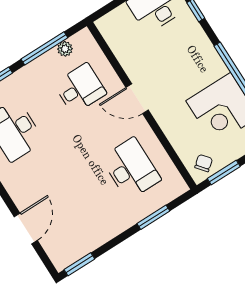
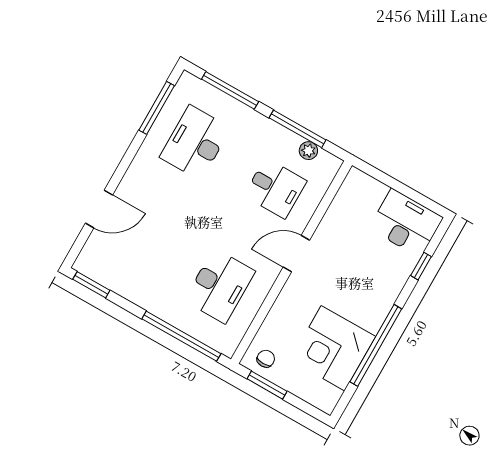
door: (137, 99) -> (296, 254), hinge flipped
chair: (204, 163) -> (266, 359), turned -51
window: (153, 217) -> (181, 336), width x2.11

